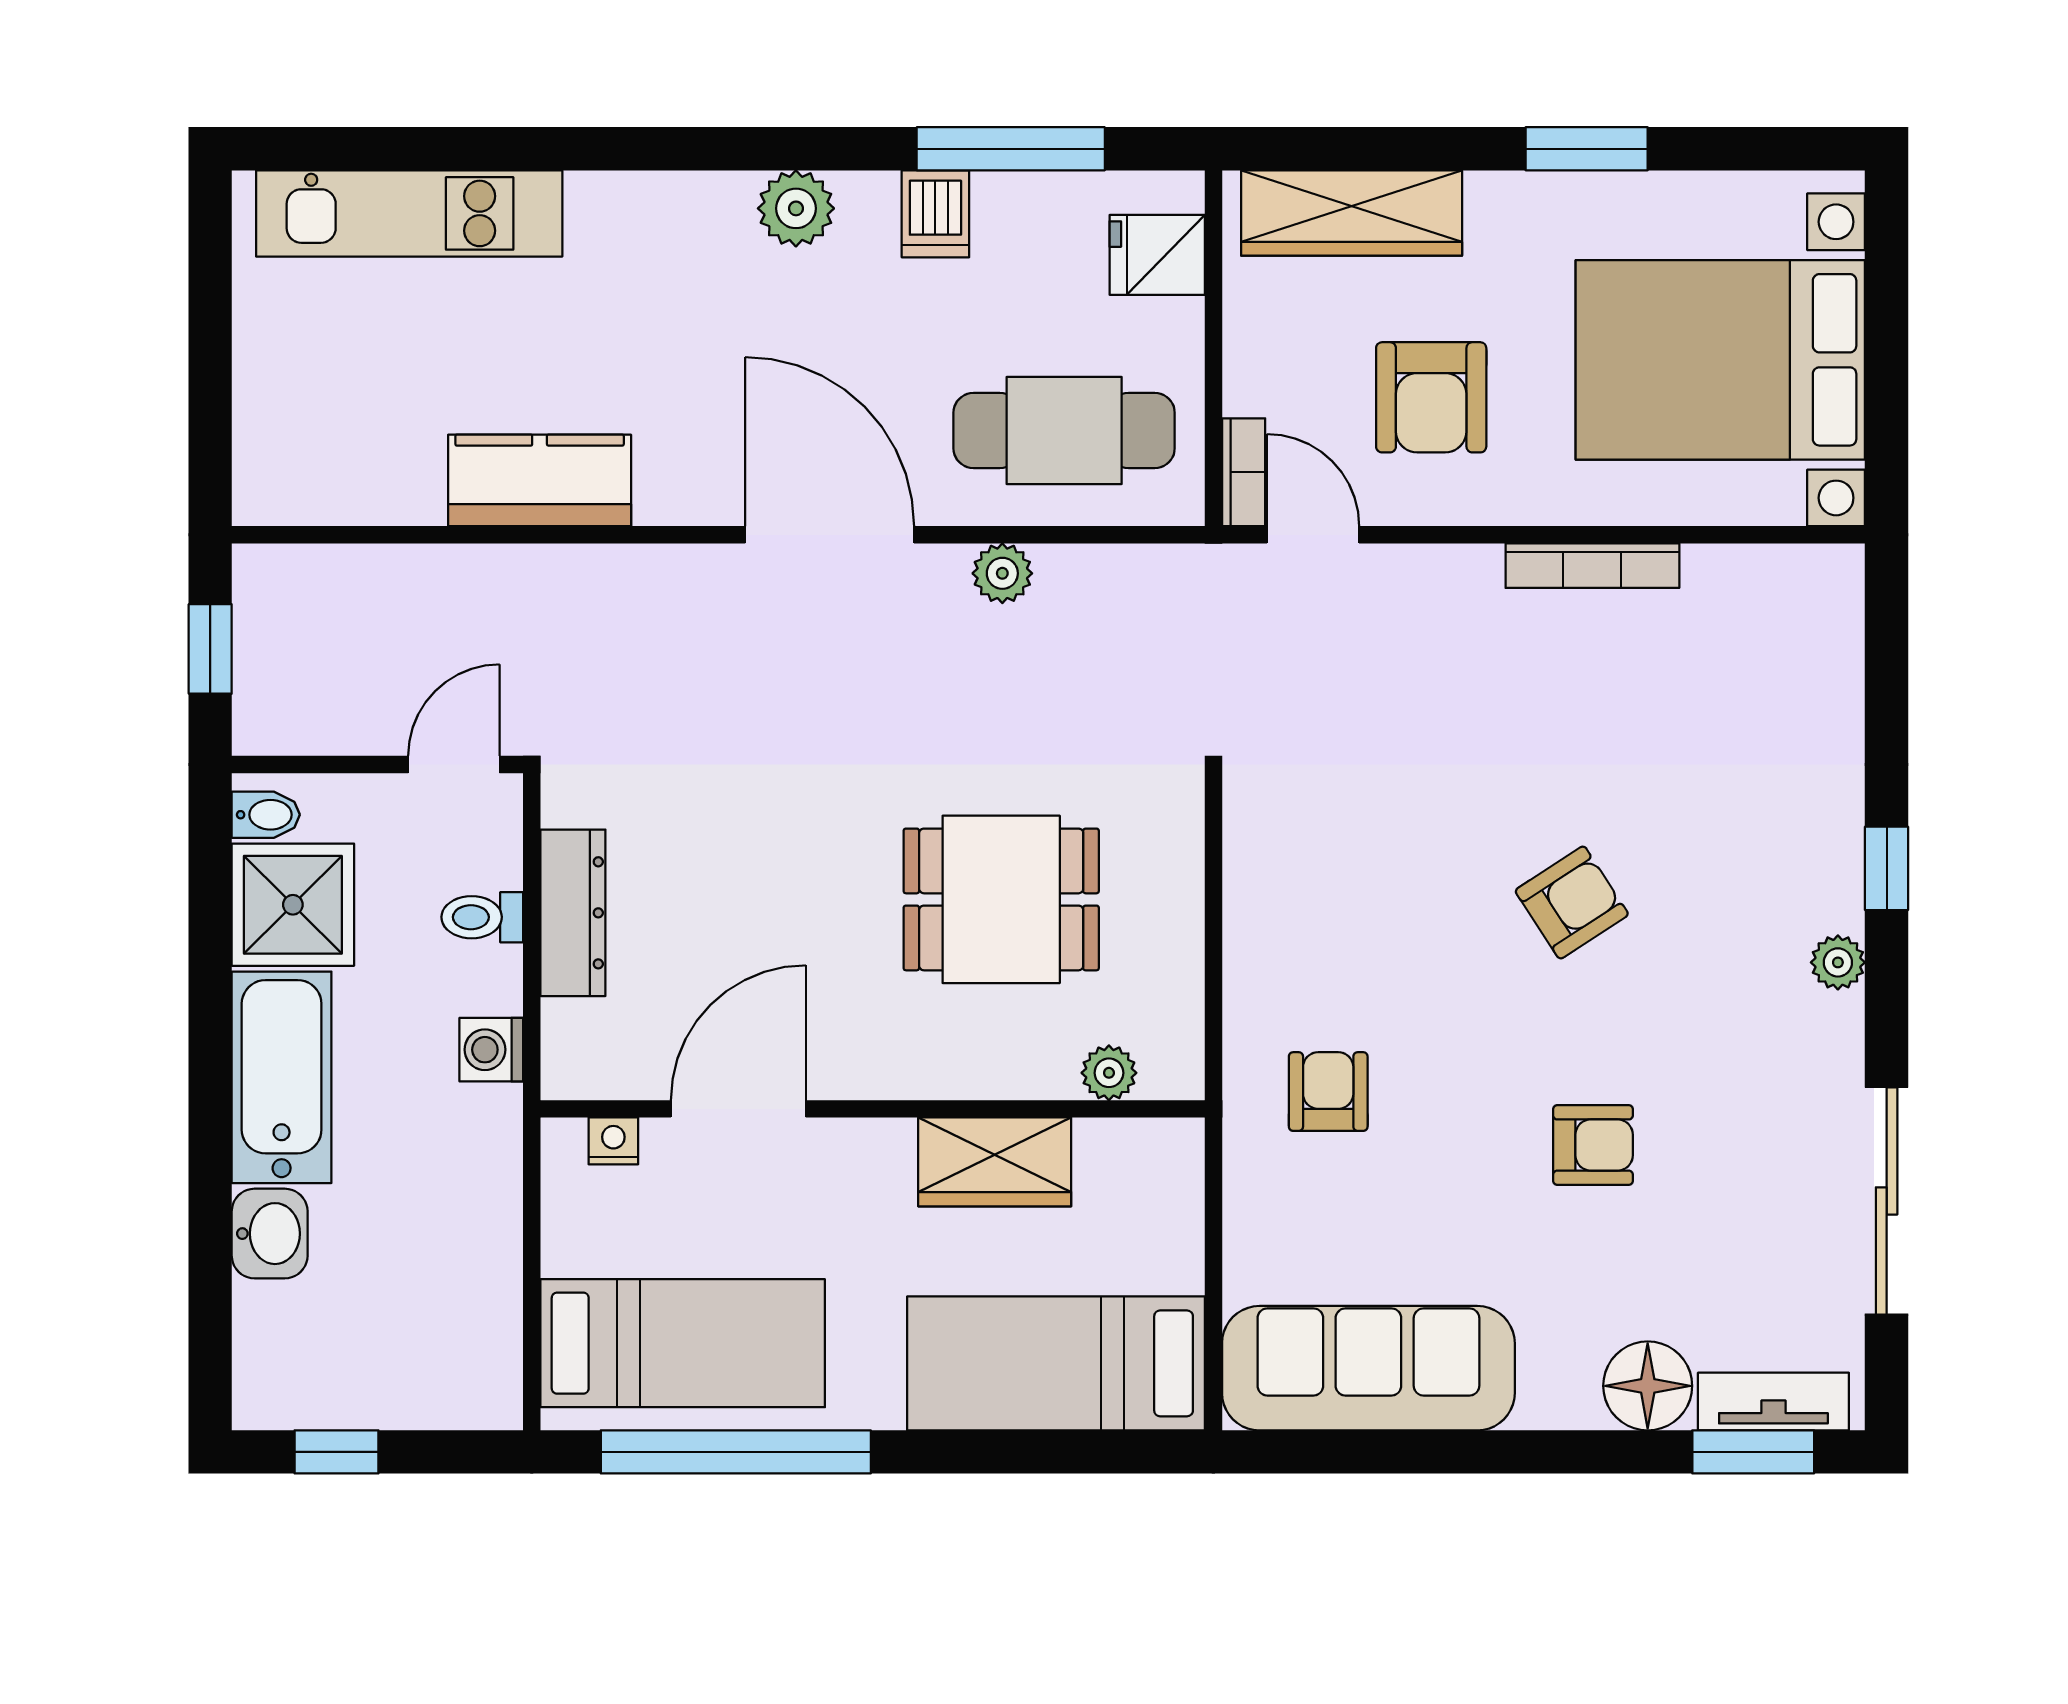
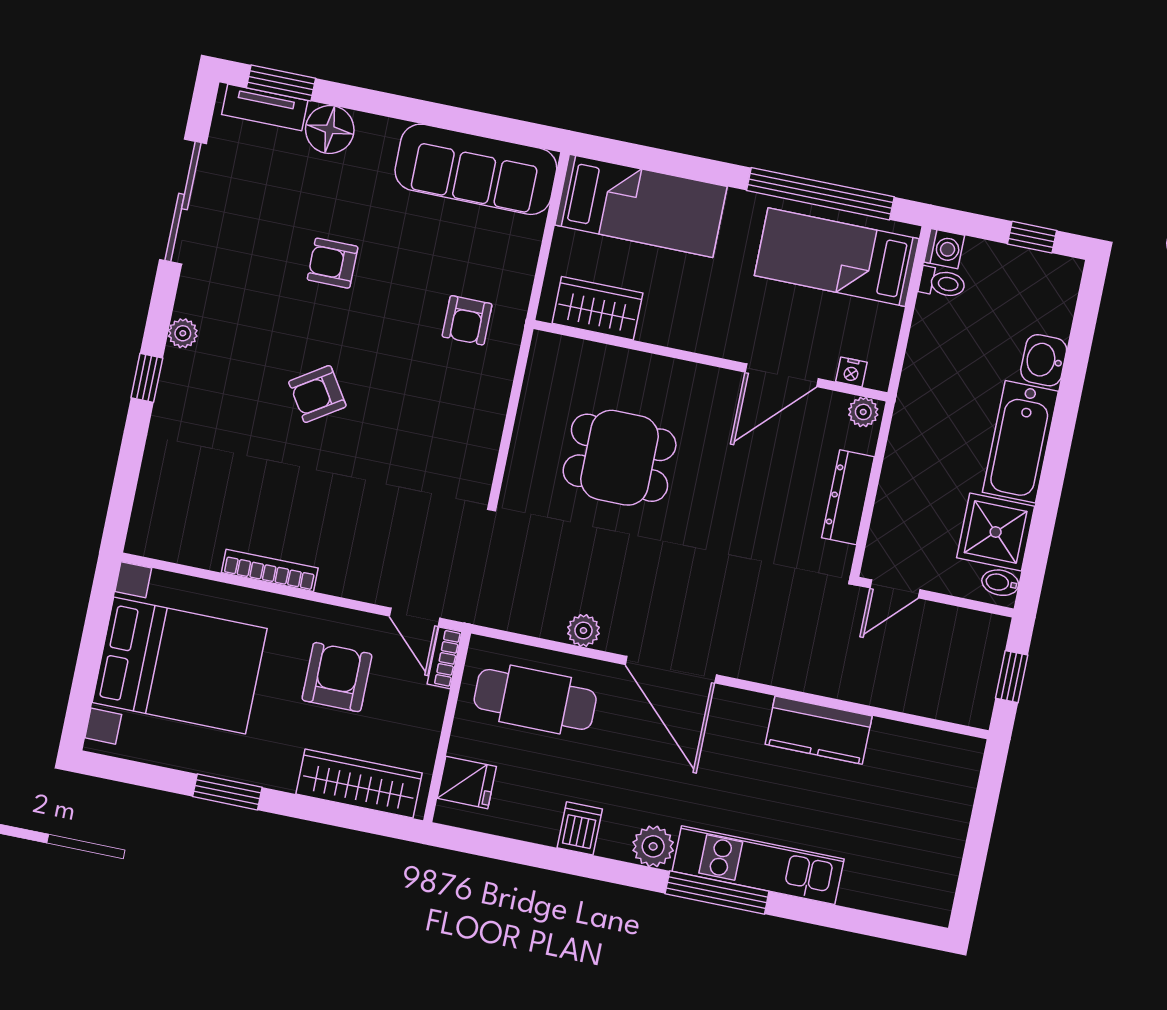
window: (1011, 149) -> (717, 892), moved
kitchen unit: (409, 213) -> (758, 865), moved
toilet: (482, 917) -> (942, 283), moved
washing machine: (491, 1050) -> (944, 249), moved
plant: (1109, 1073) -> (863, 412), moved
wardrobe: (995, 1162) -> (597, 308), moved

